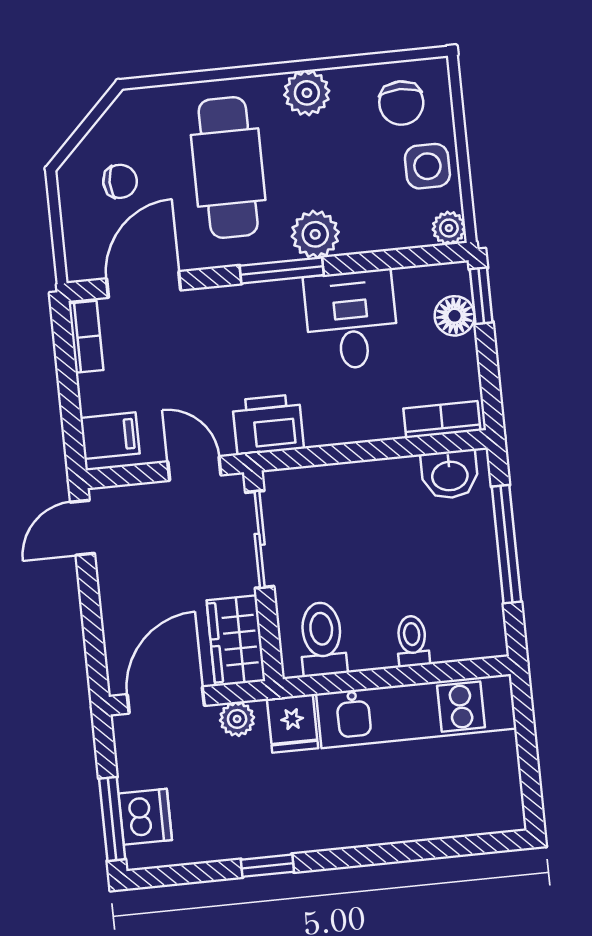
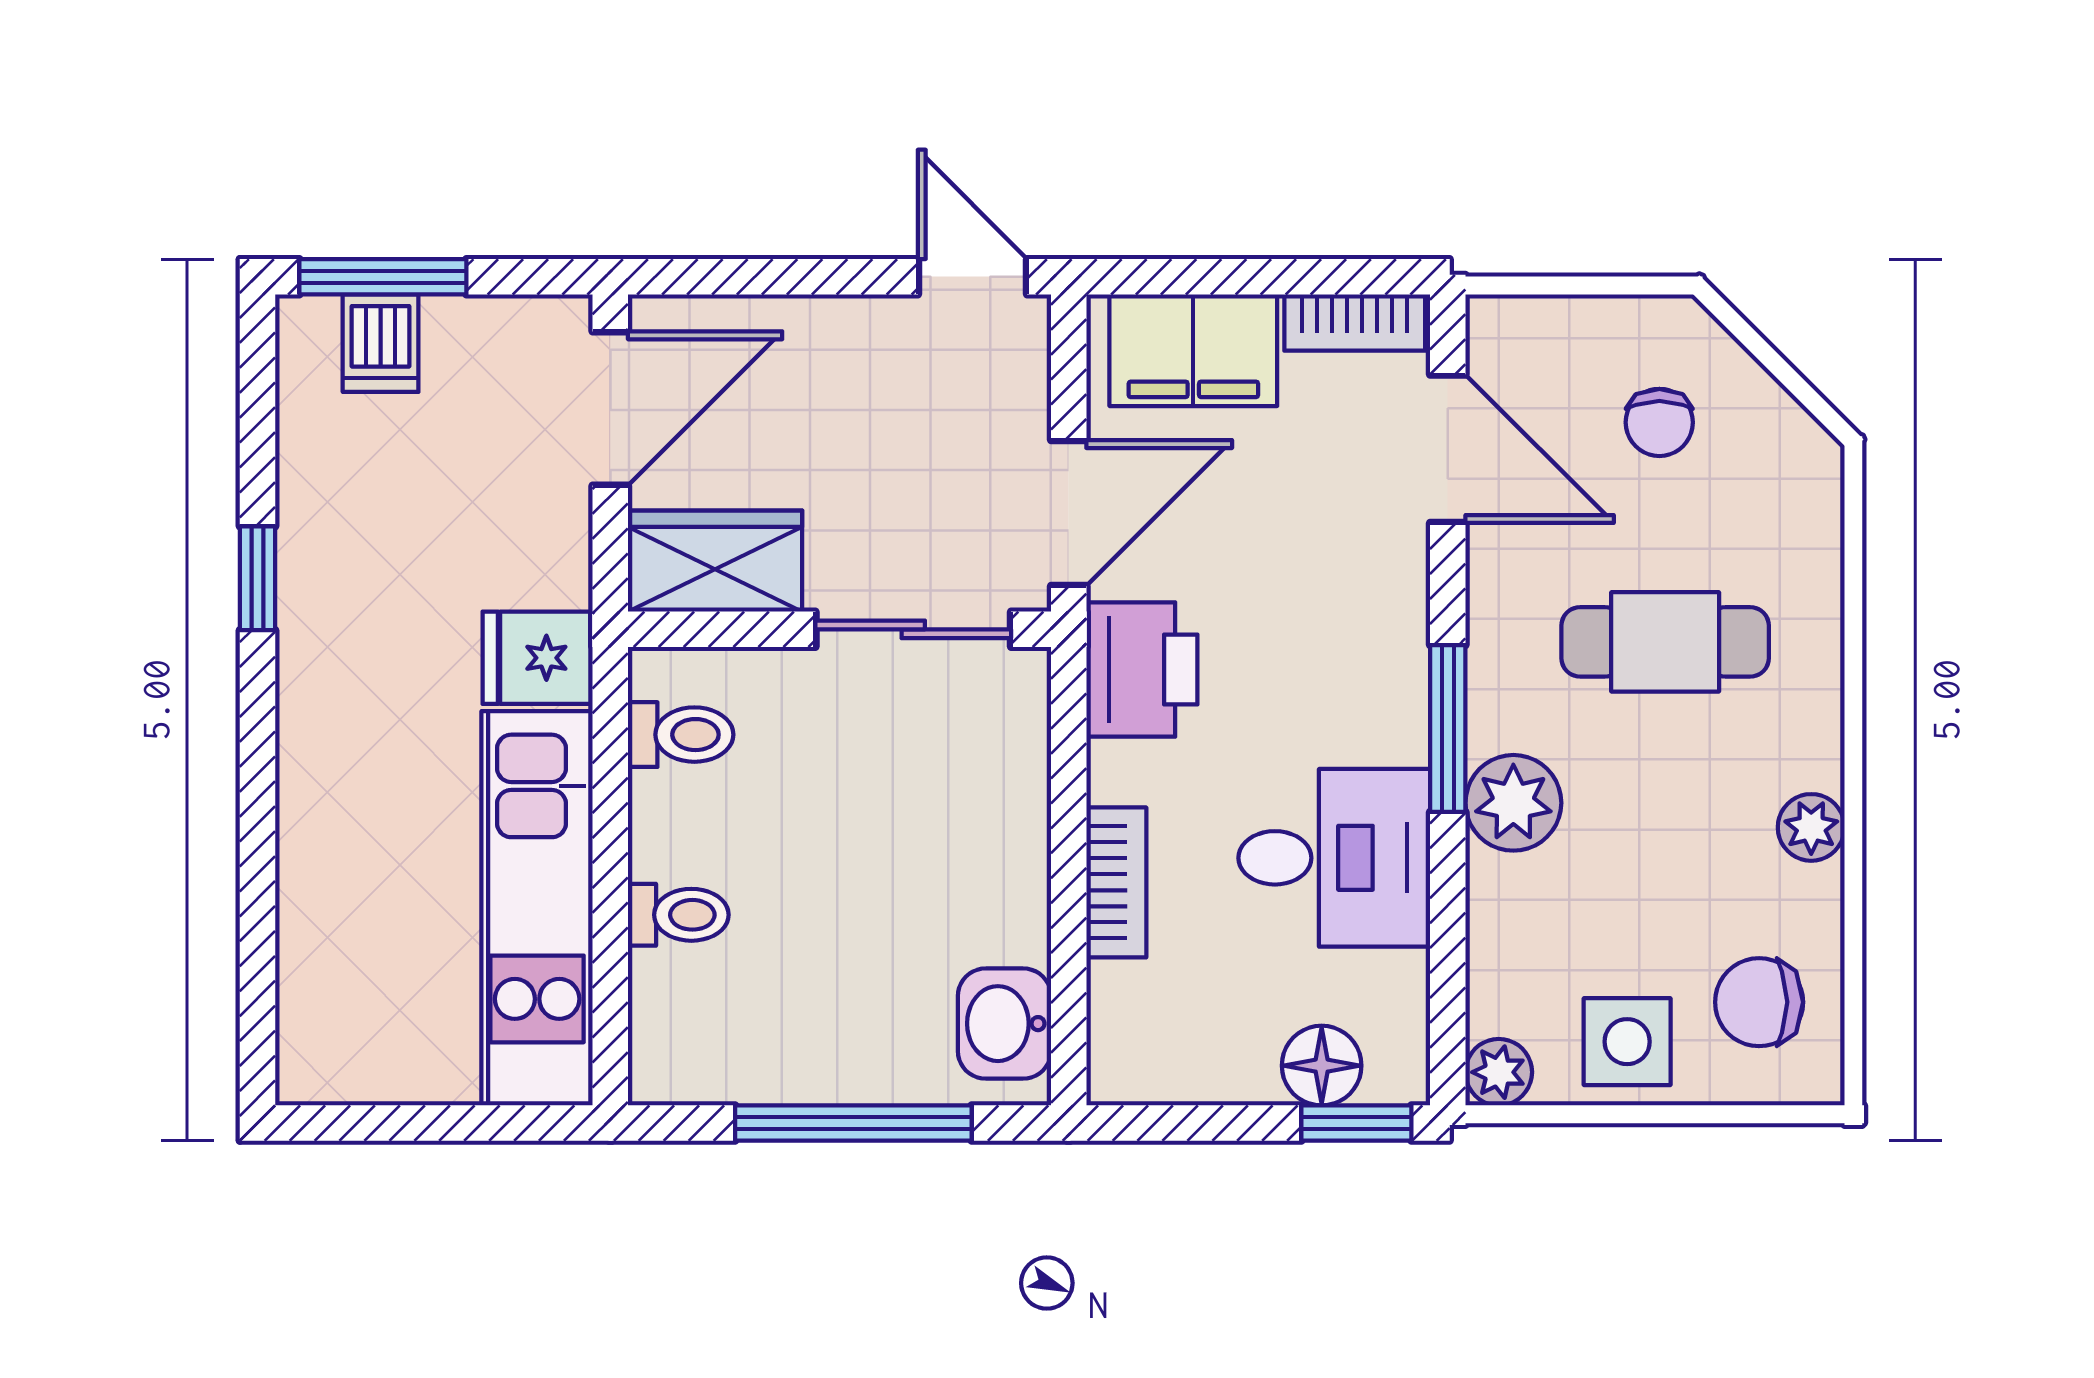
plant: (307, 93) -> (1811, 827), width x0.73, depth x0.73
cafe table: (228, 167) -> (1665, 642), width x0.73, depth x0.74
bookcase: (442, 420) -> (1116, 882), moved
filing cabinet: (110, 436) -> (1193, 350), width x2.00
door: (194, 468) -> (1069, 513), width x1.38
toilet: (322, 639) -> (681, 735), width x0.73, depth x0.72
door: (166, 700) -> (610, 408), hinge flipped
plant: (237, 719) -> (558, 547), removed
dishwasher: (145, 817) -> (381, 343), width x0.73

